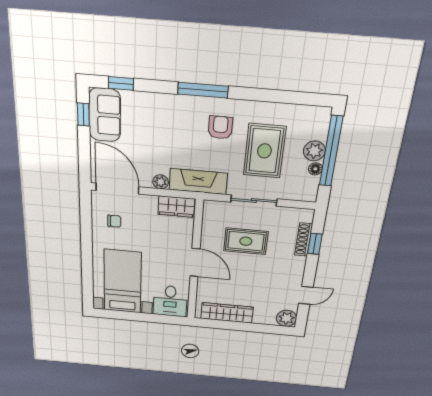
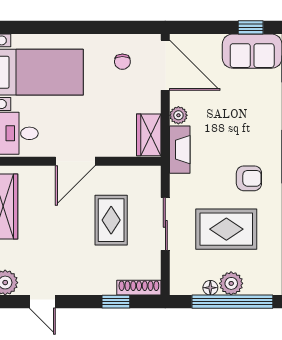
fireplace: (198, 181) -> (180, 150), width x0.73, depth x0.76
door: (117, 189) -> (165, 65), hinge flipped
shoe rack: (304, 240) -> (139, 288), moved

